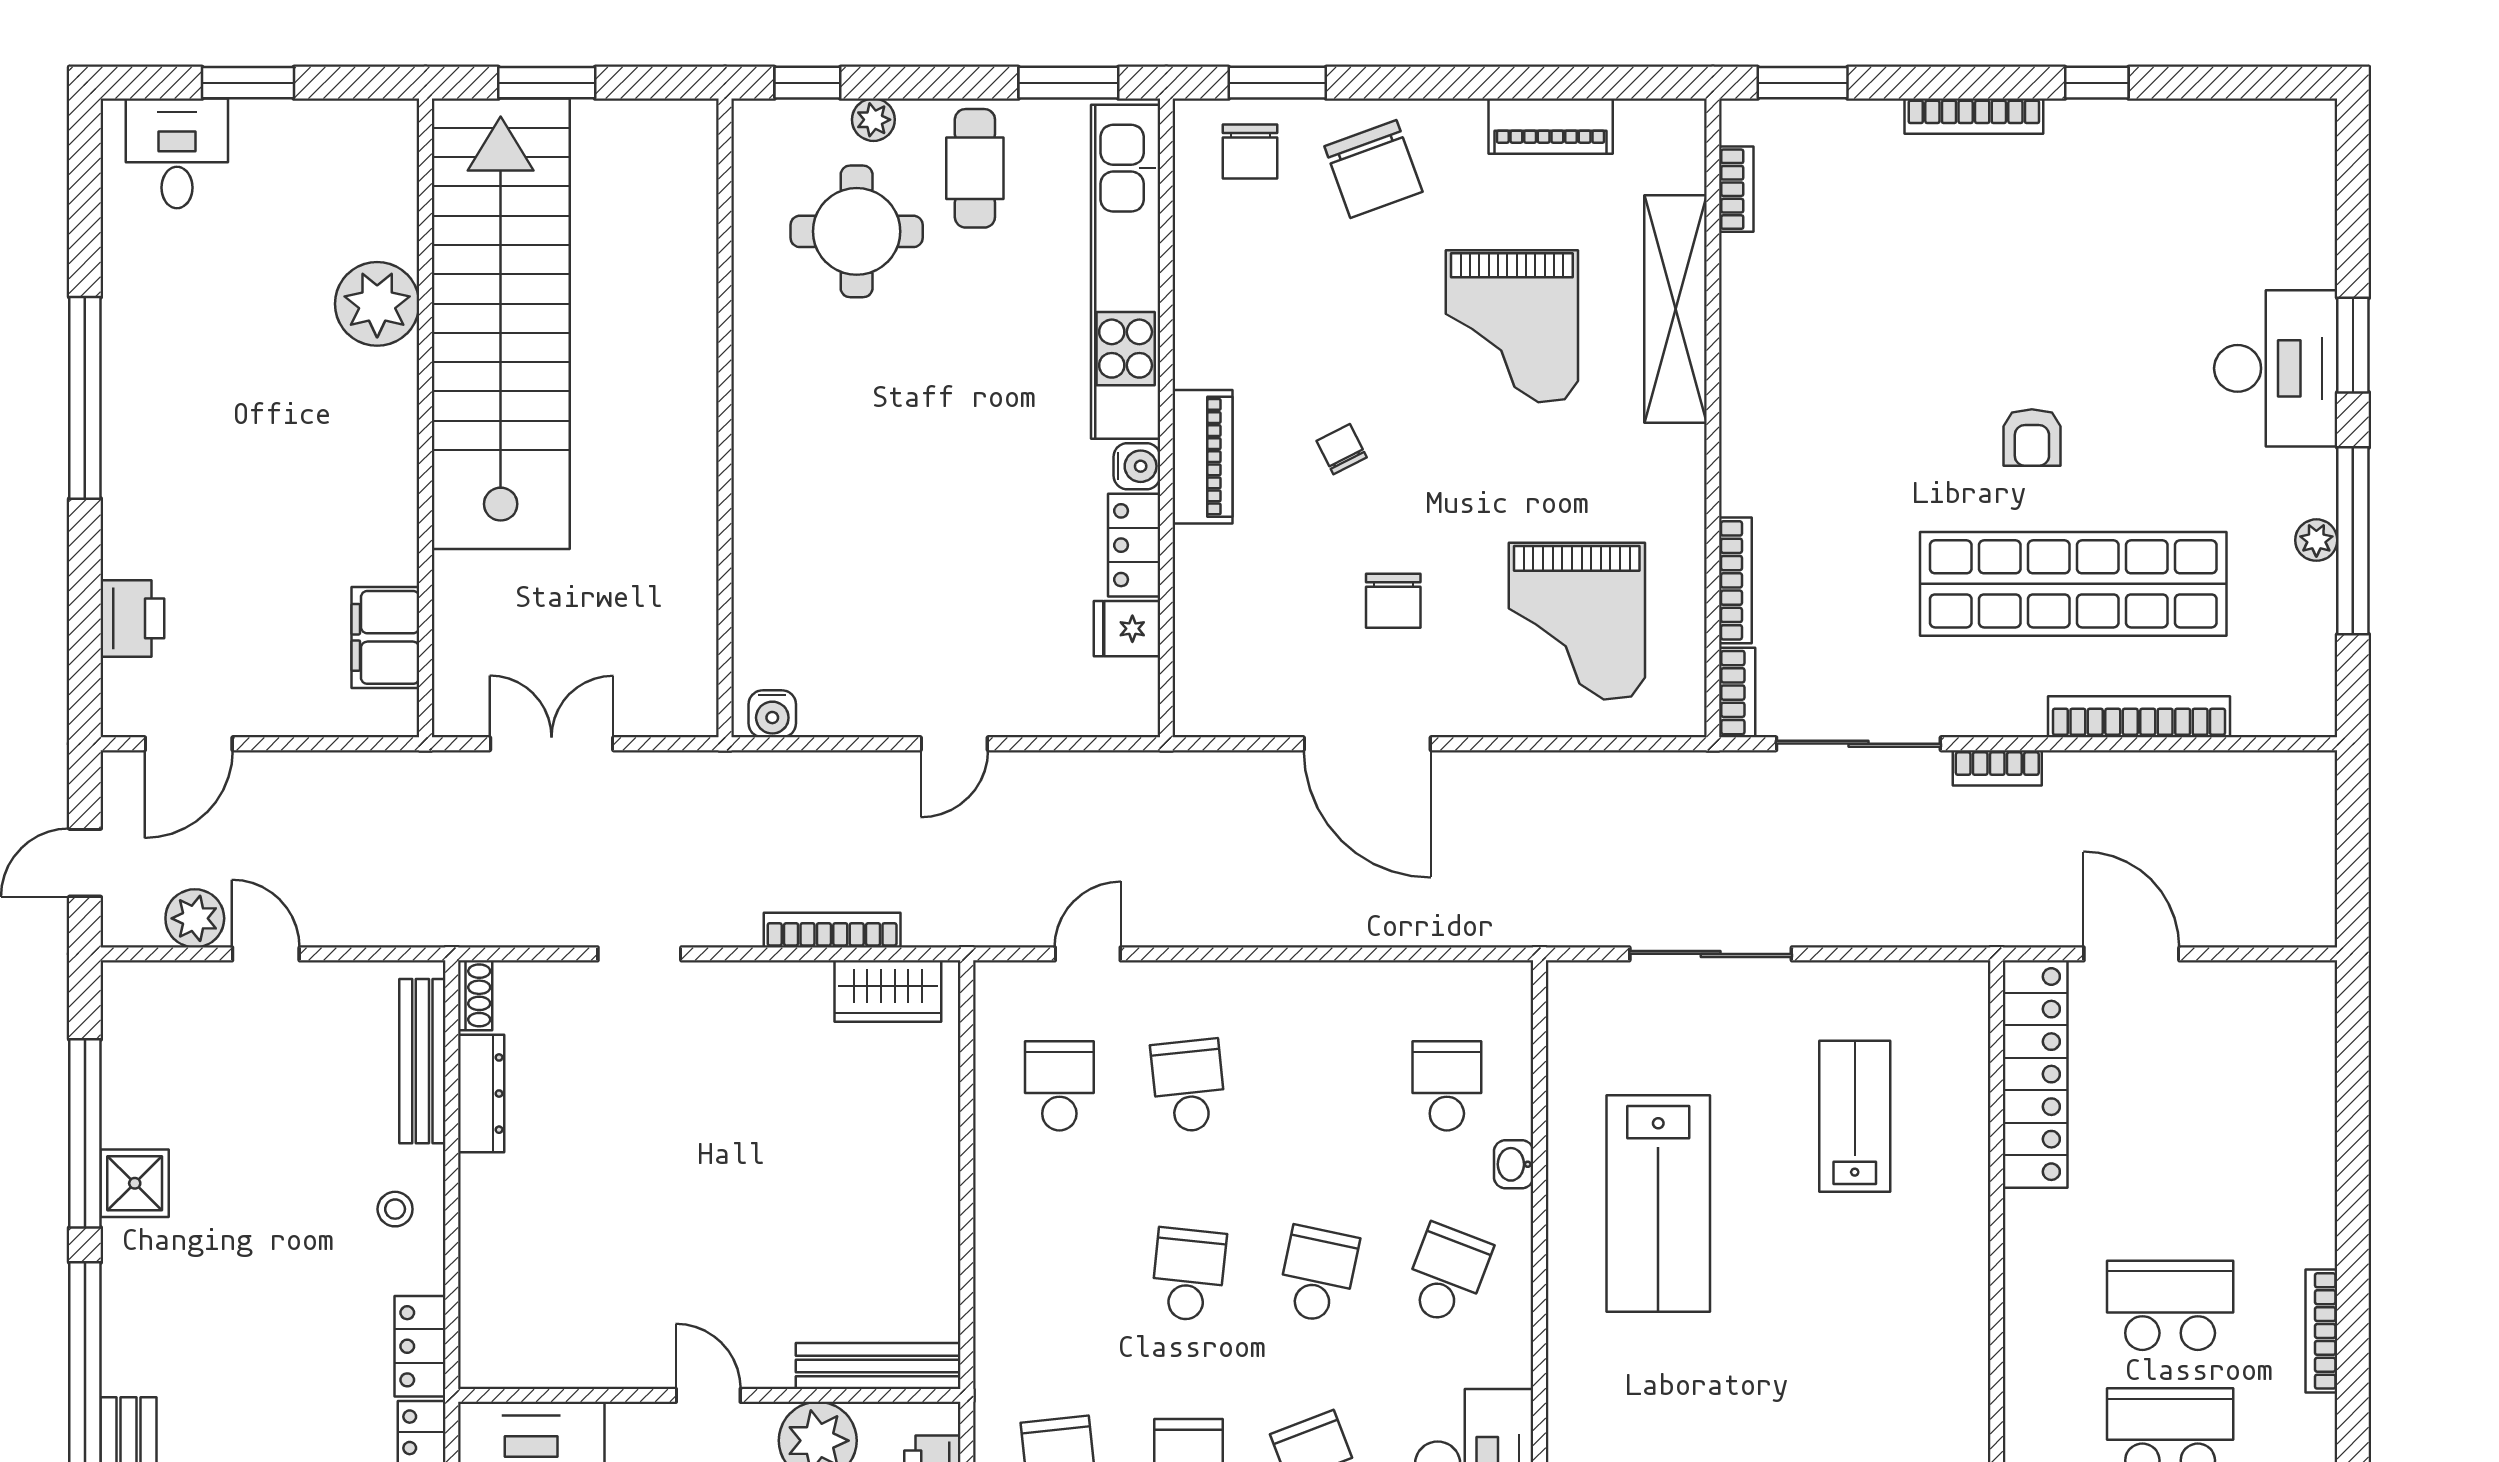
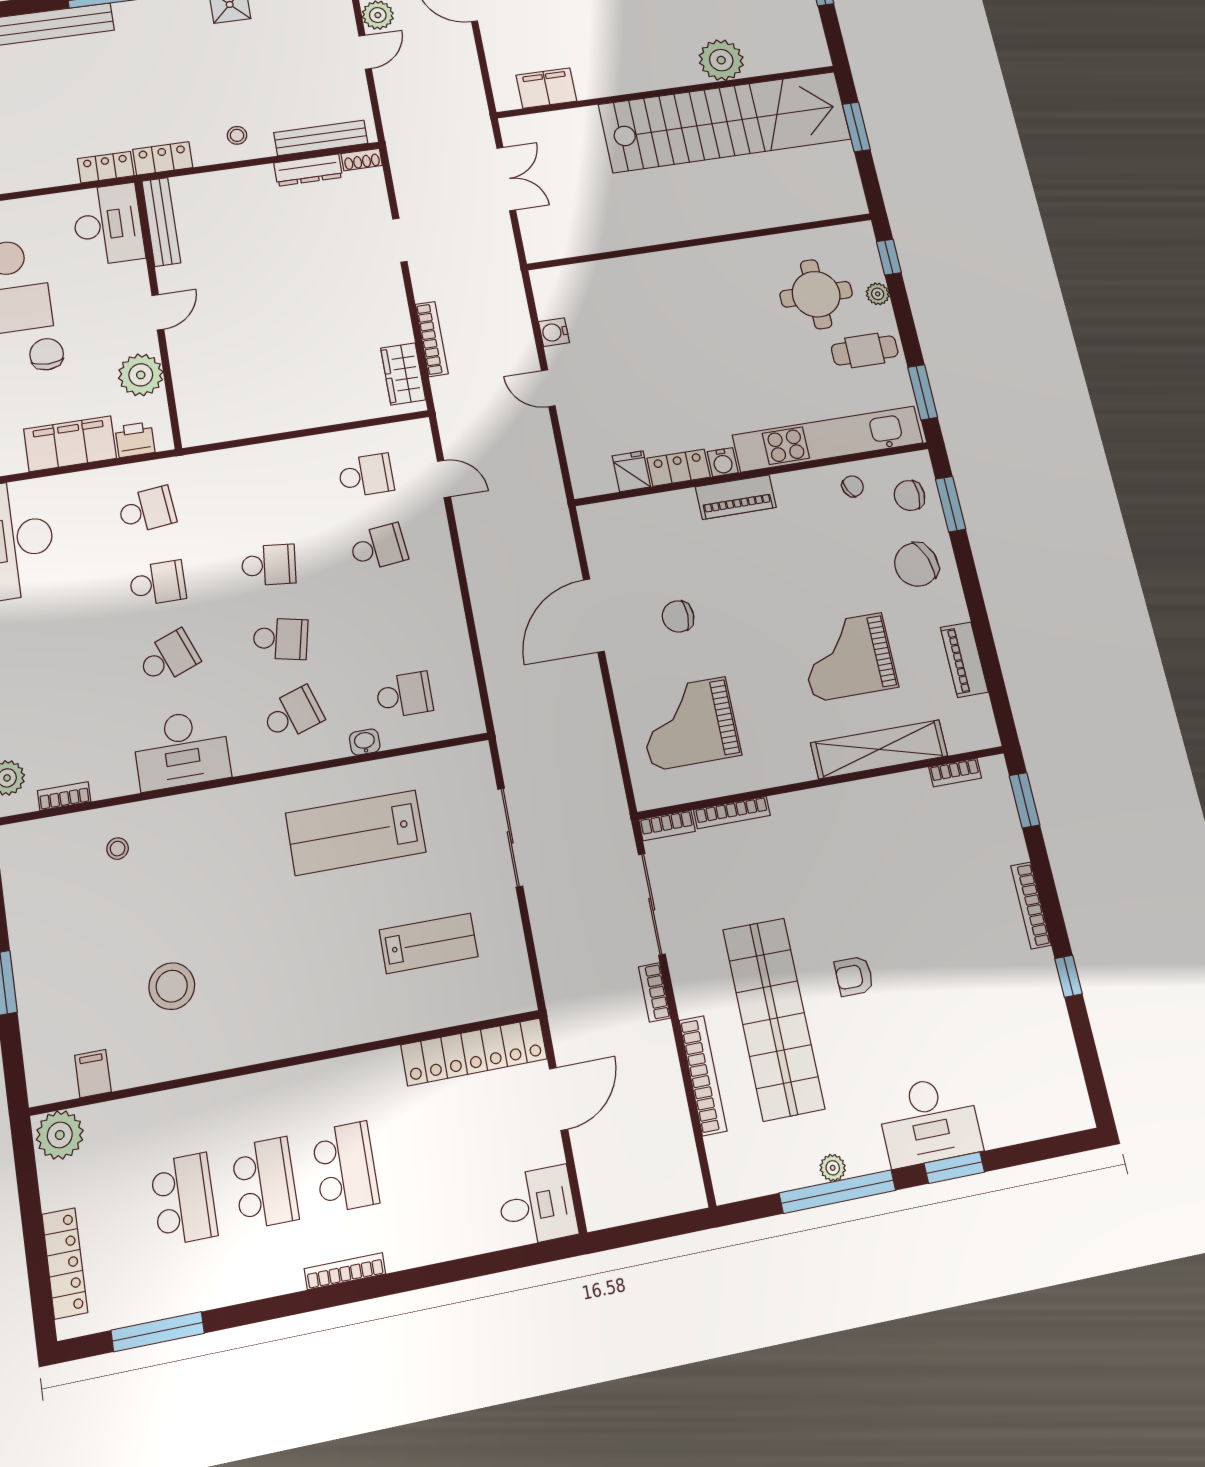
chair: (1342, 449) -> (853, 486), moved
water cooler: (772, 714) -> (554, 332), moved
desk: (2284, 1018) -> (537, 1206), added
school desk: (1447, 1275) -> (293, 714), turned -39
bench: (878, 1366) -> (161, 222), moved

